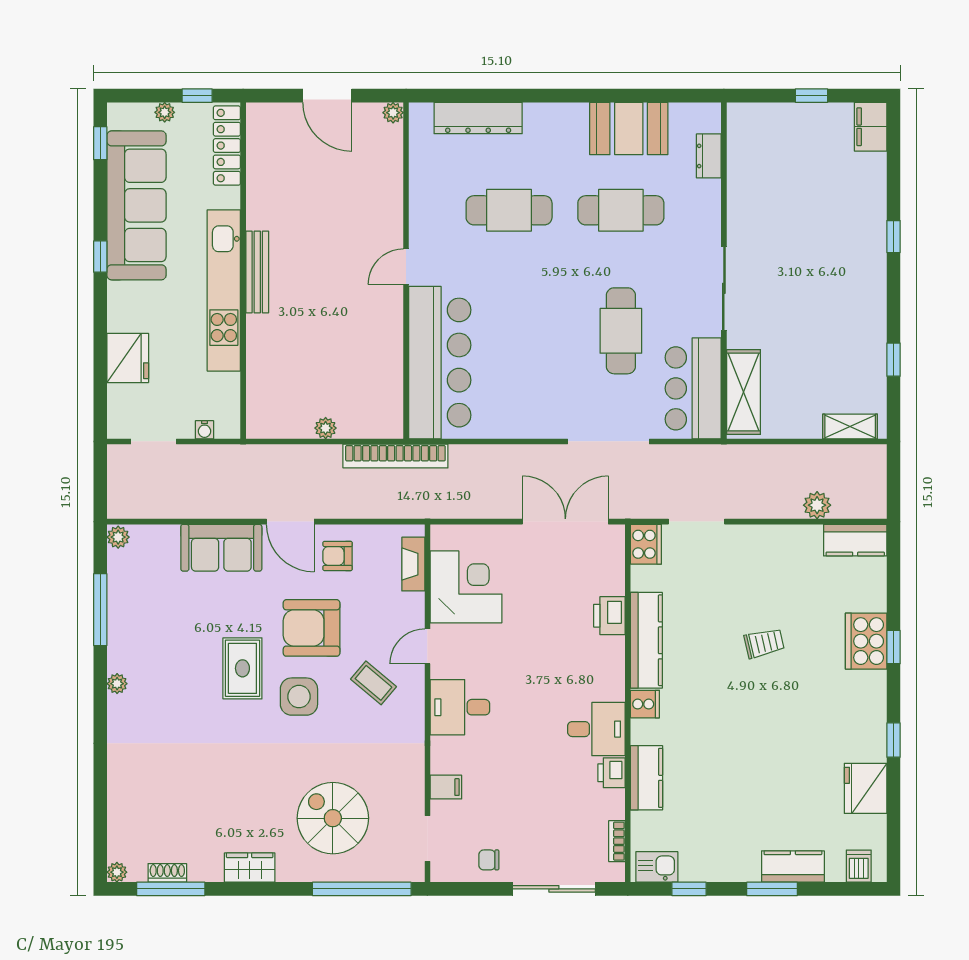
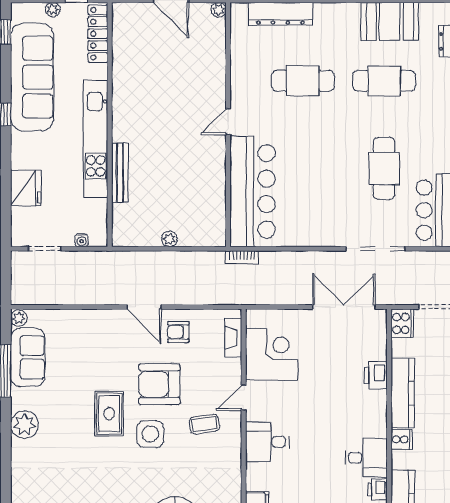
bench: (257, 272) -> (120, 173), moved
bookcase: (395, 456) -> (242, 257), width x0.43, depth x0.76
sofa: (221, 548) -> (28, 357), moved, turned -90
coffee table: (374, 683) -> (204, 424), turned -48
plant: (117, 684) -> (25, 425), width x1.88, depth x1.88

